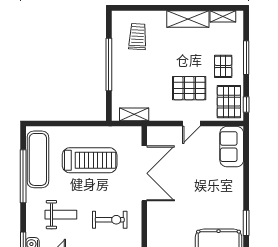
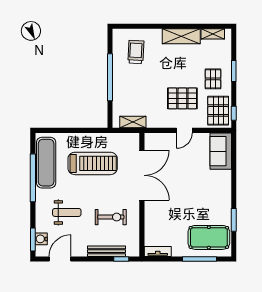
window: (246, 58) -> (234, 71), width x0.69

